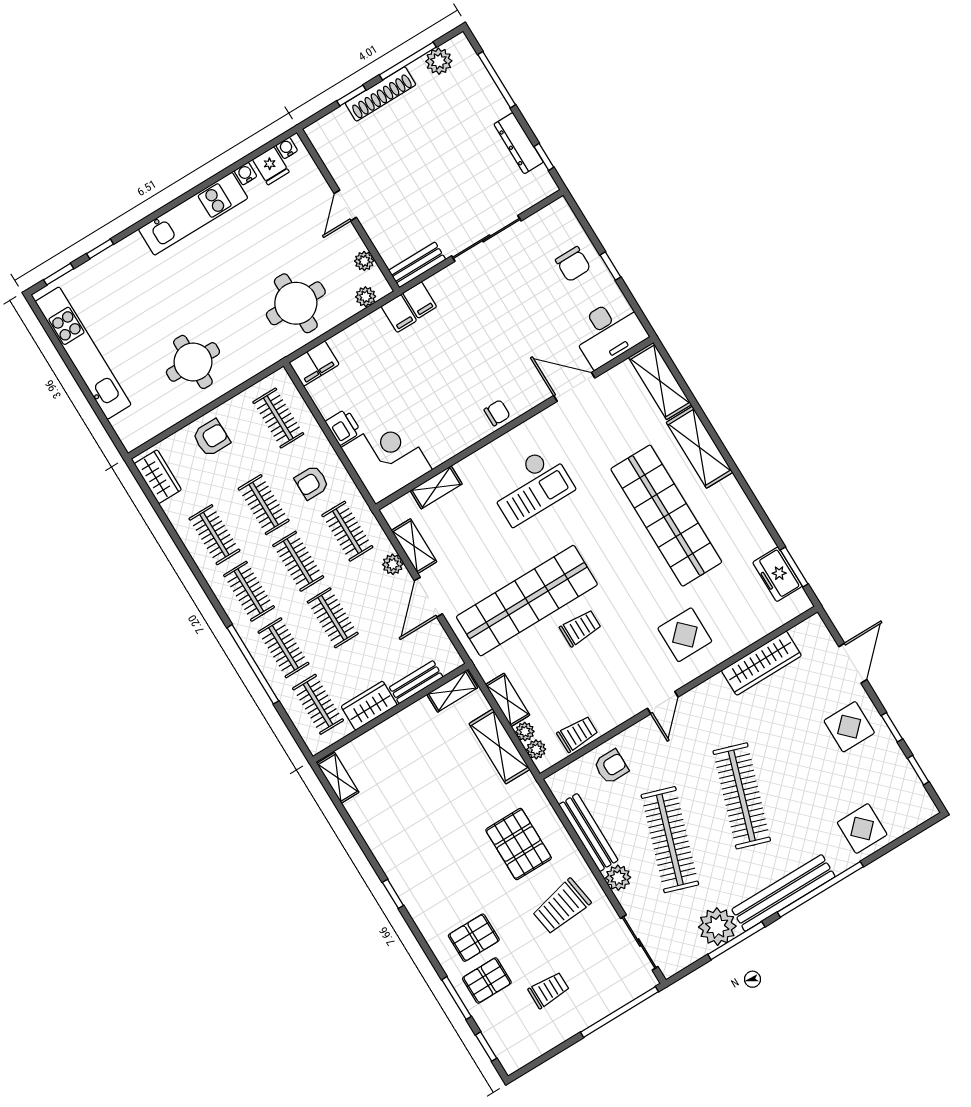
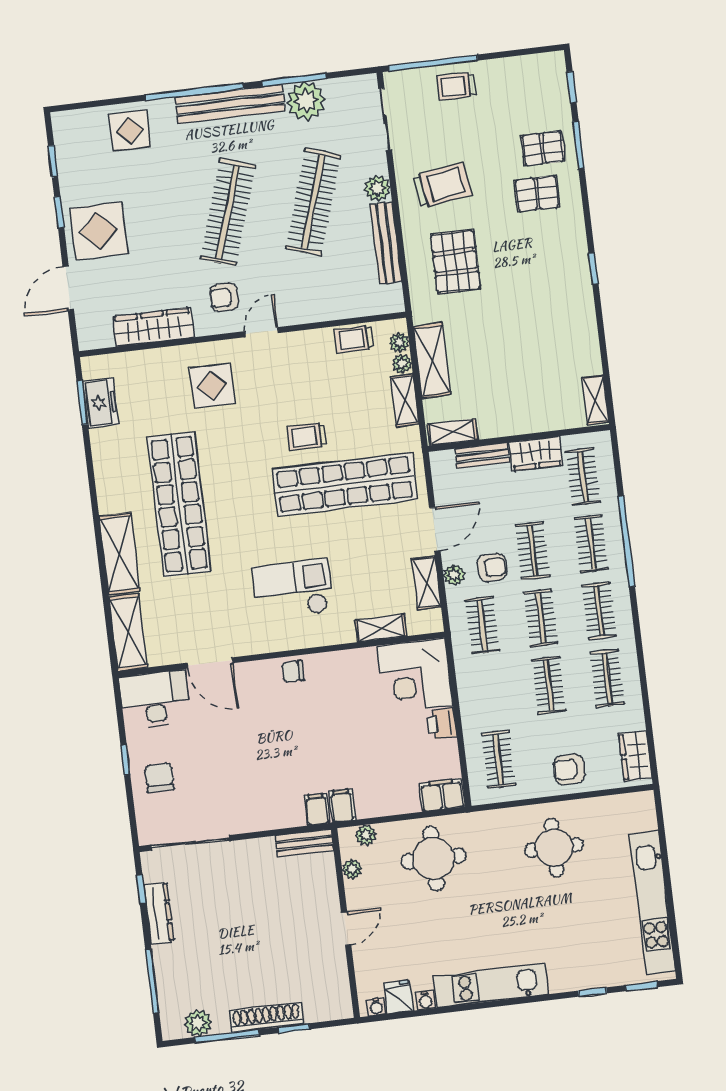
sliding door: (486, 238) -> (190, 843), moved
armchair: (312, 482) -> (492, 567), moved
display table: (849, 727) -> (99, 231), width x1.36, depth x1.36
armchair: (611, 767) -> (224, 297), moved
trolley: (549, 990) -> (456, 86), moved

